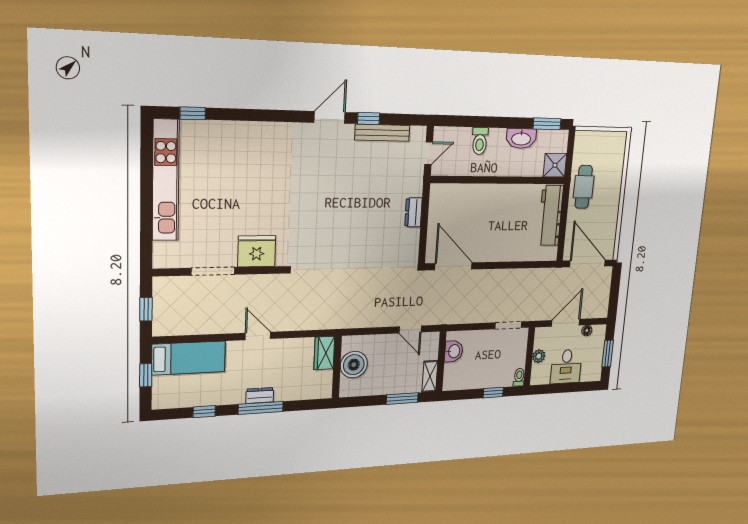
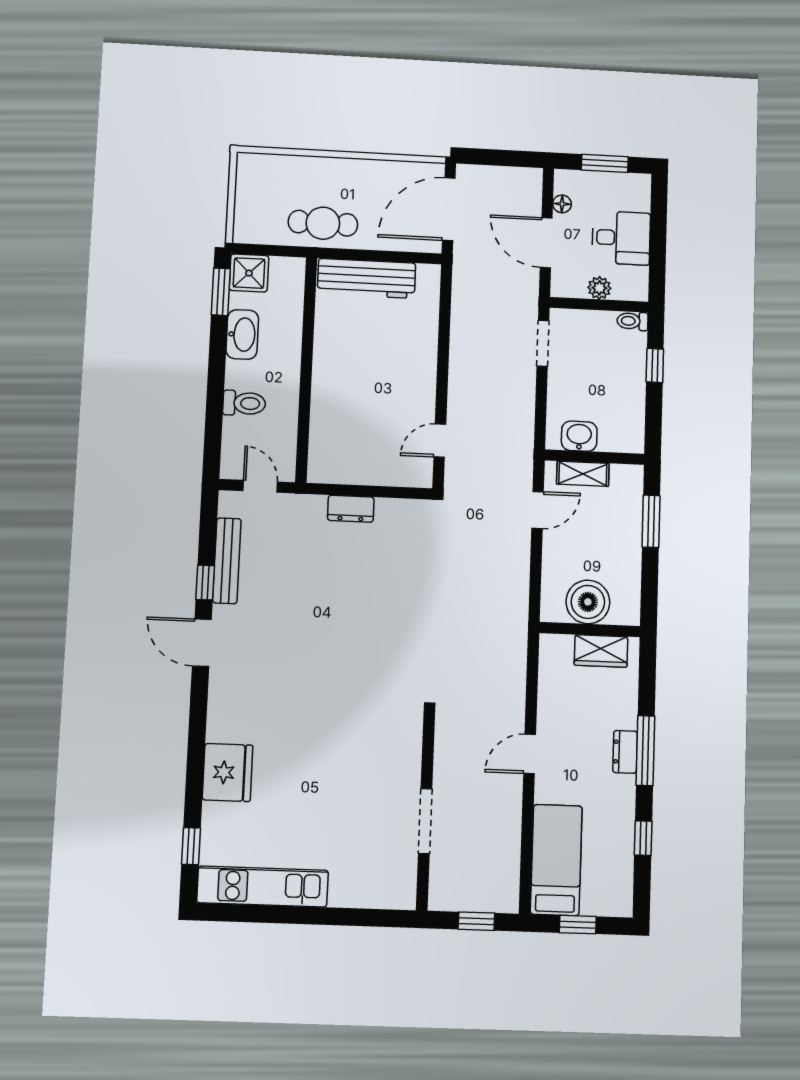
shower: (555, 165) -> (249, 273), moved
kitchen unit: (166, 180) -> (263, 886), width x0.73
fridge: (257, 251) -> (228, 772), moved, turned 180
door: (453, 266) -> (440, 441), width x0.53
wardrobe: (324, 353) -> (601, 651), moved
shelving: (430, 376) -> (583, 474), moved

